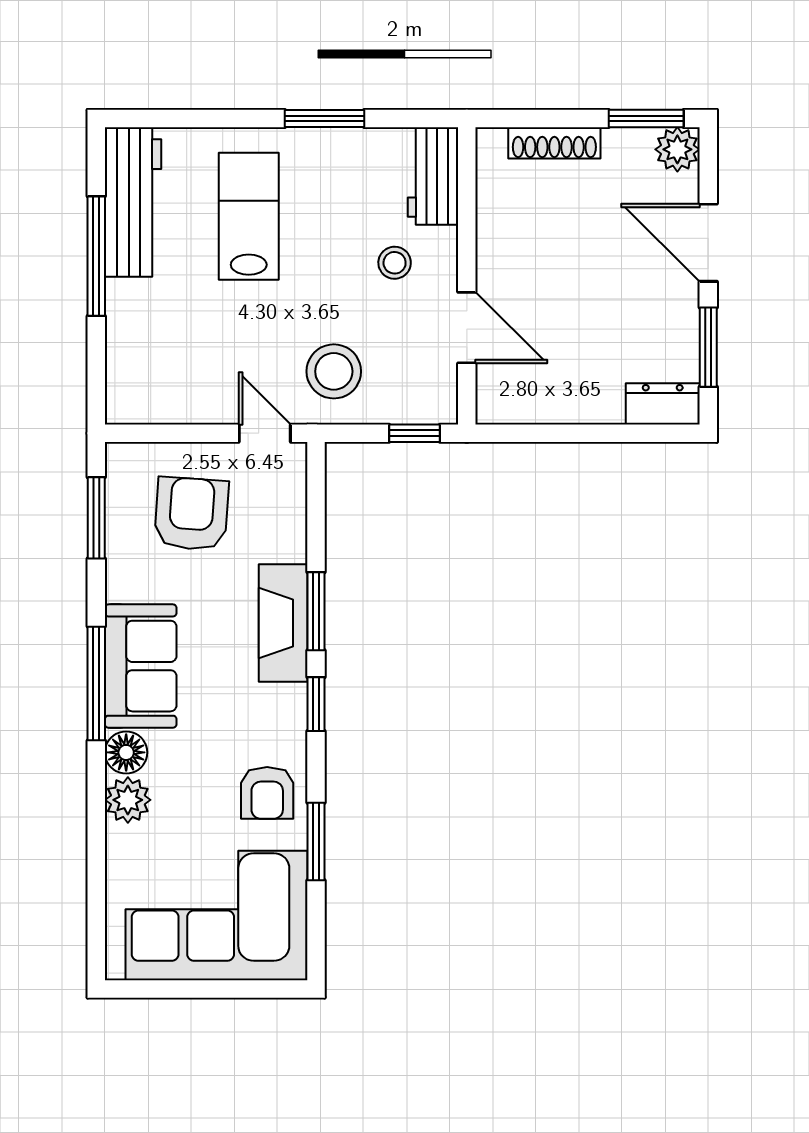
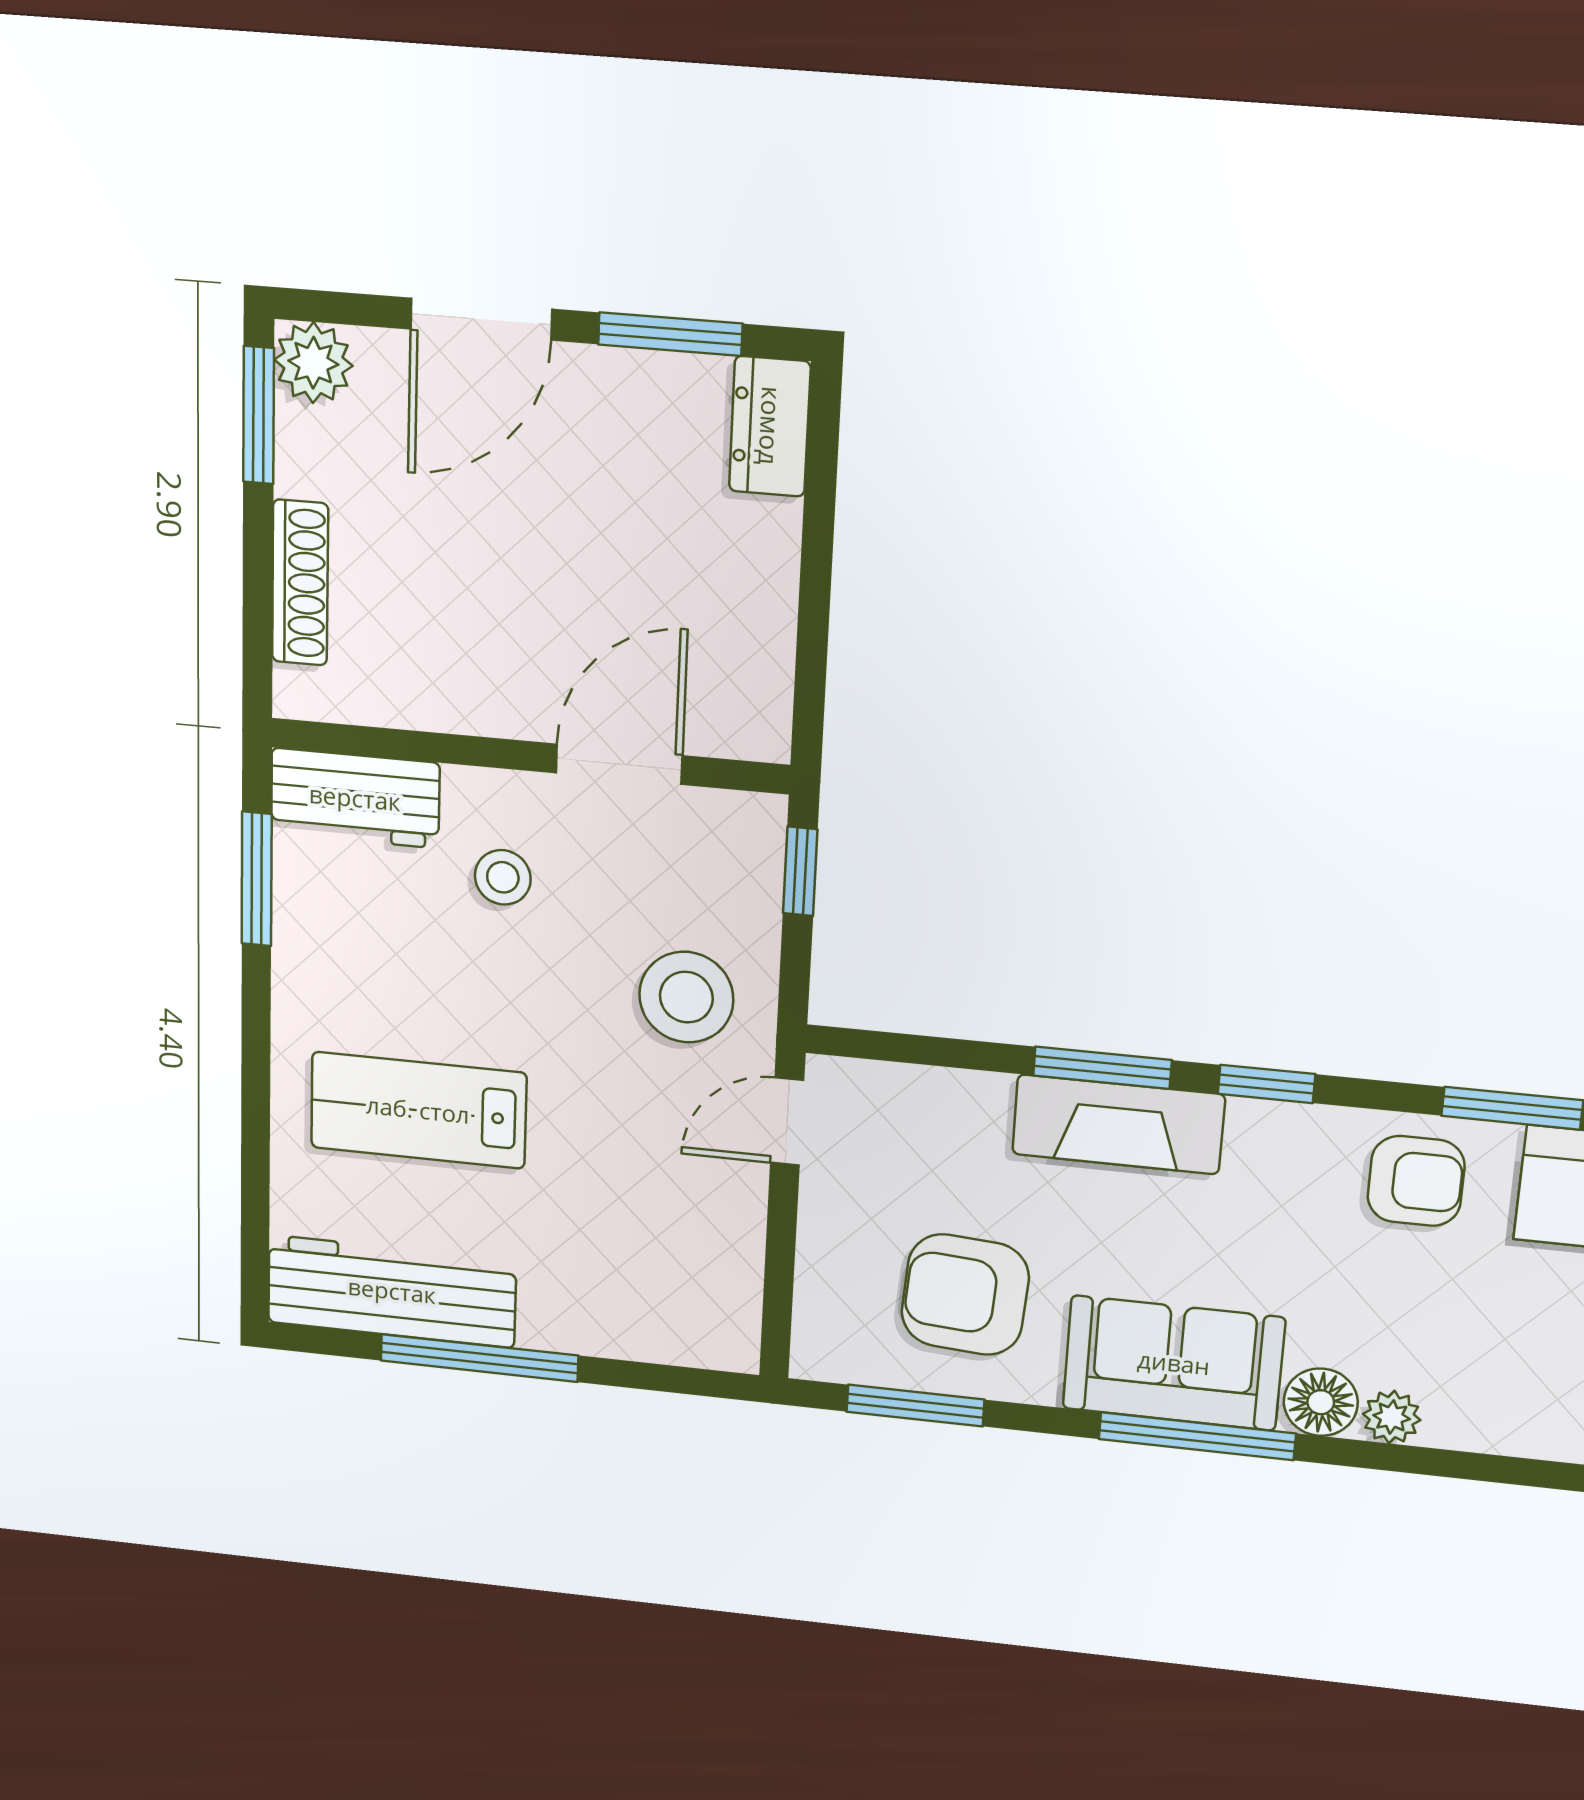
window: (325, 119) -> (257, 879), moved
armchair: (191, 514) -> (965, 1295), moved
plant: (128, 800) -> (1392, 1417), width x0.73, depth x0.73

